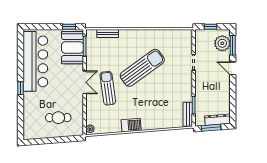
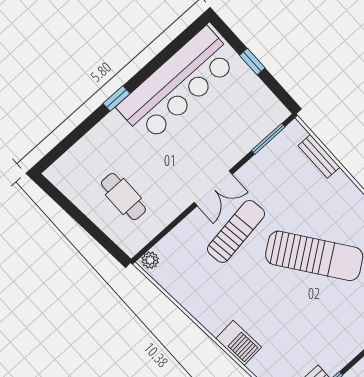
window: (69, 27) -> (252, 62), moved
booth: (73, 48) -> (250, 122), removed
barbecue: (131, 125) -> (239, 343), moved

